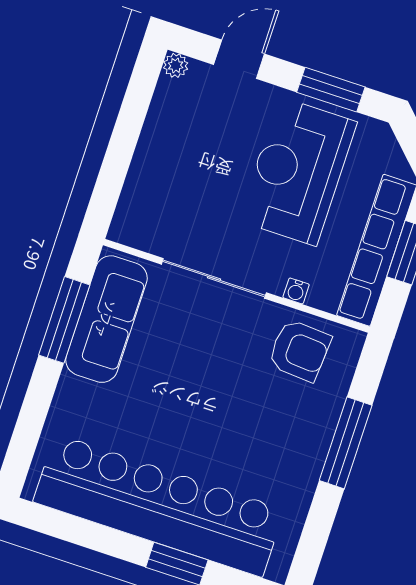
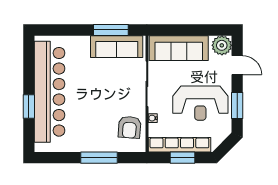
plant: (176, 65) -> (222, 45), width x1.88, depth x1.88
reception desk: (298, 171) -> (200, 103), turned 180
sofa: (156, 179) -> (179, 48), added

